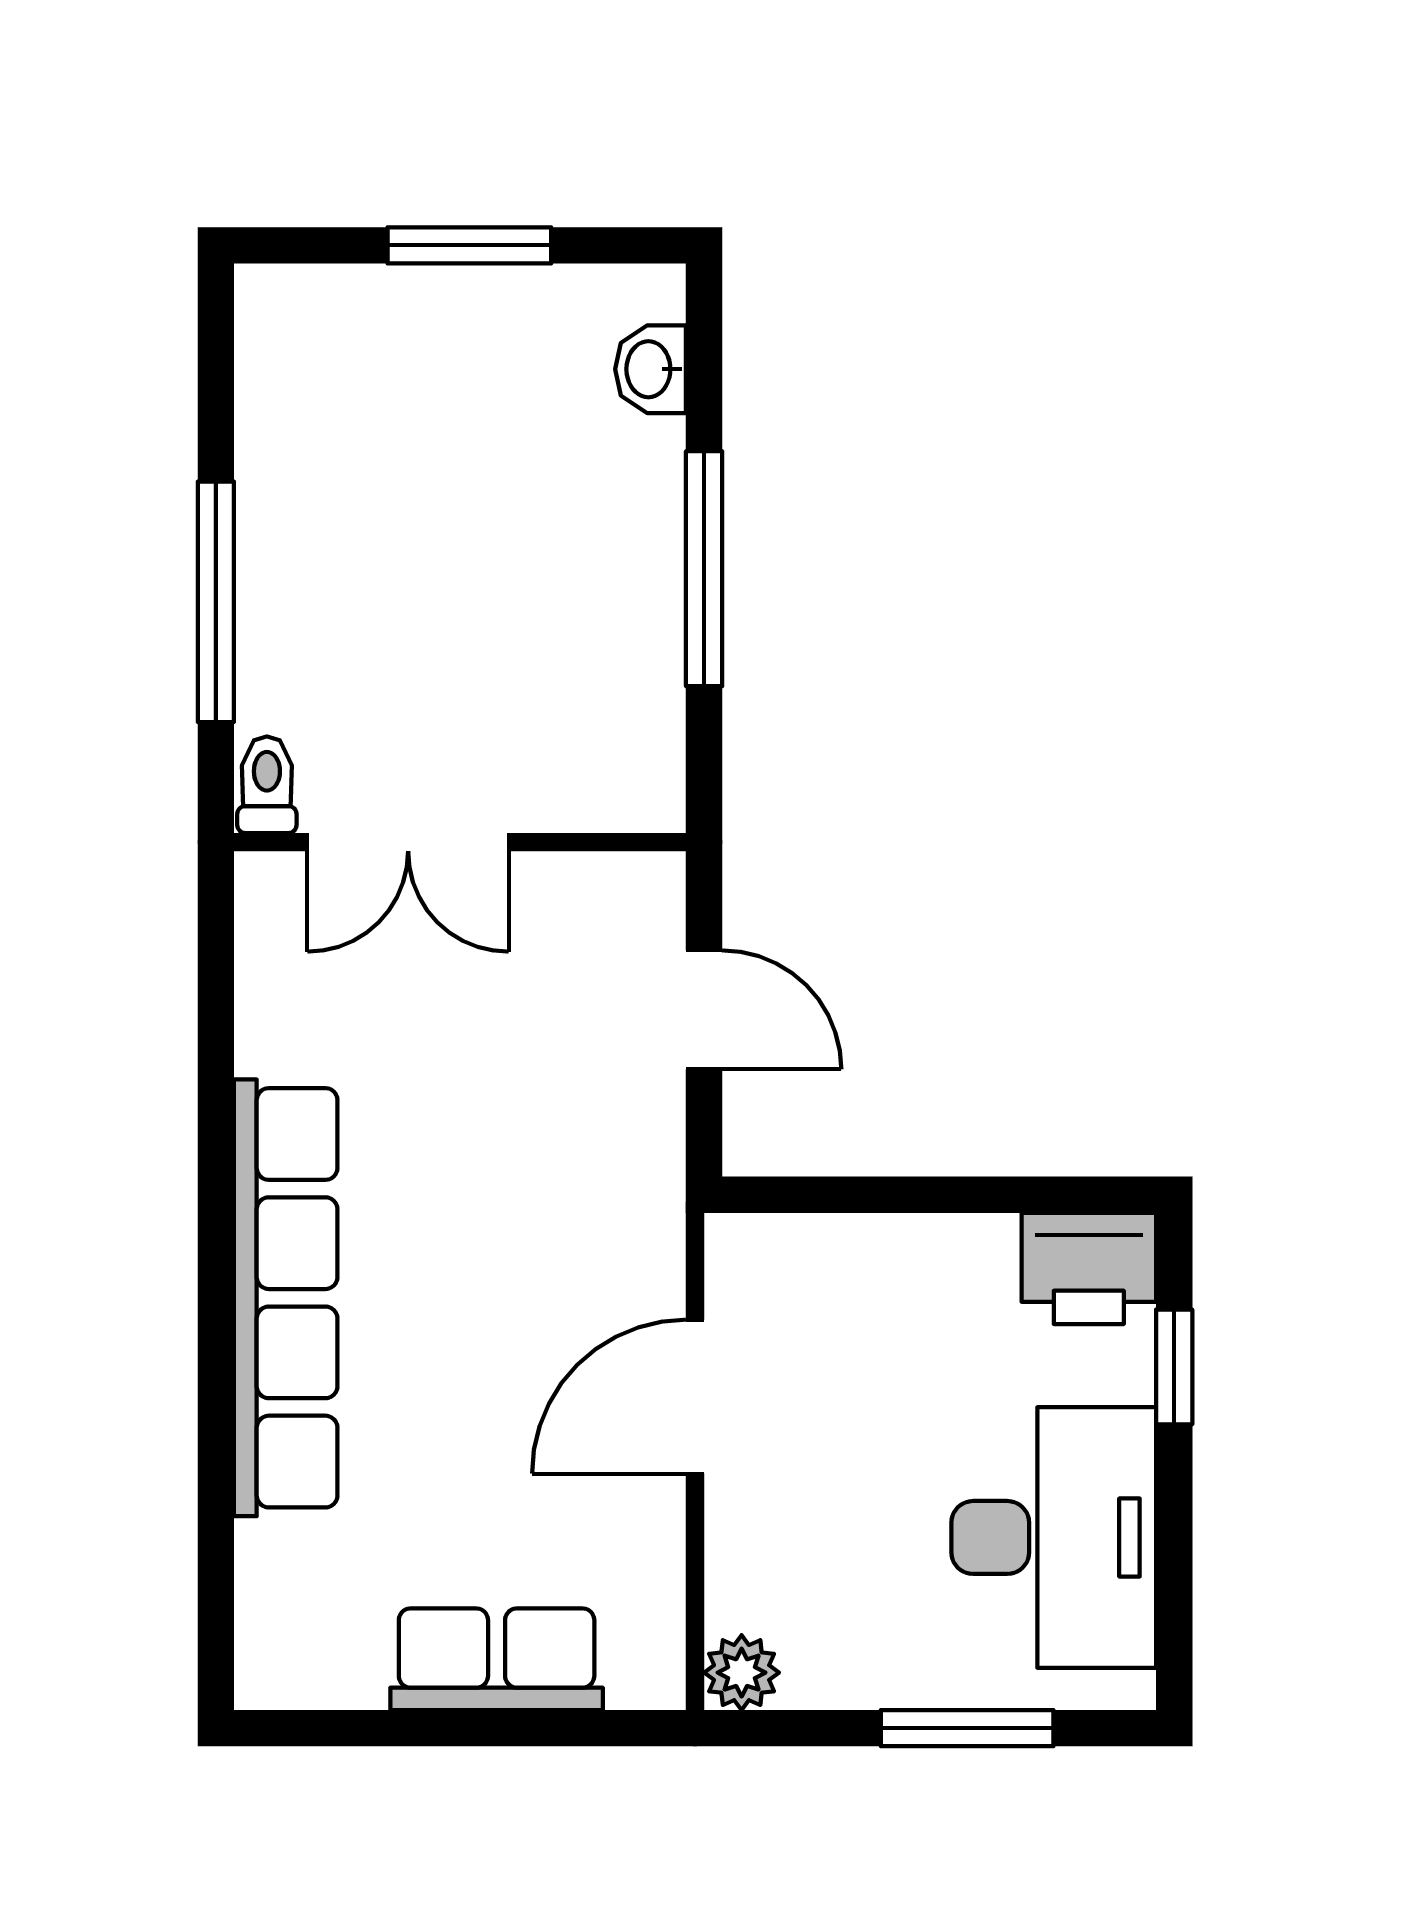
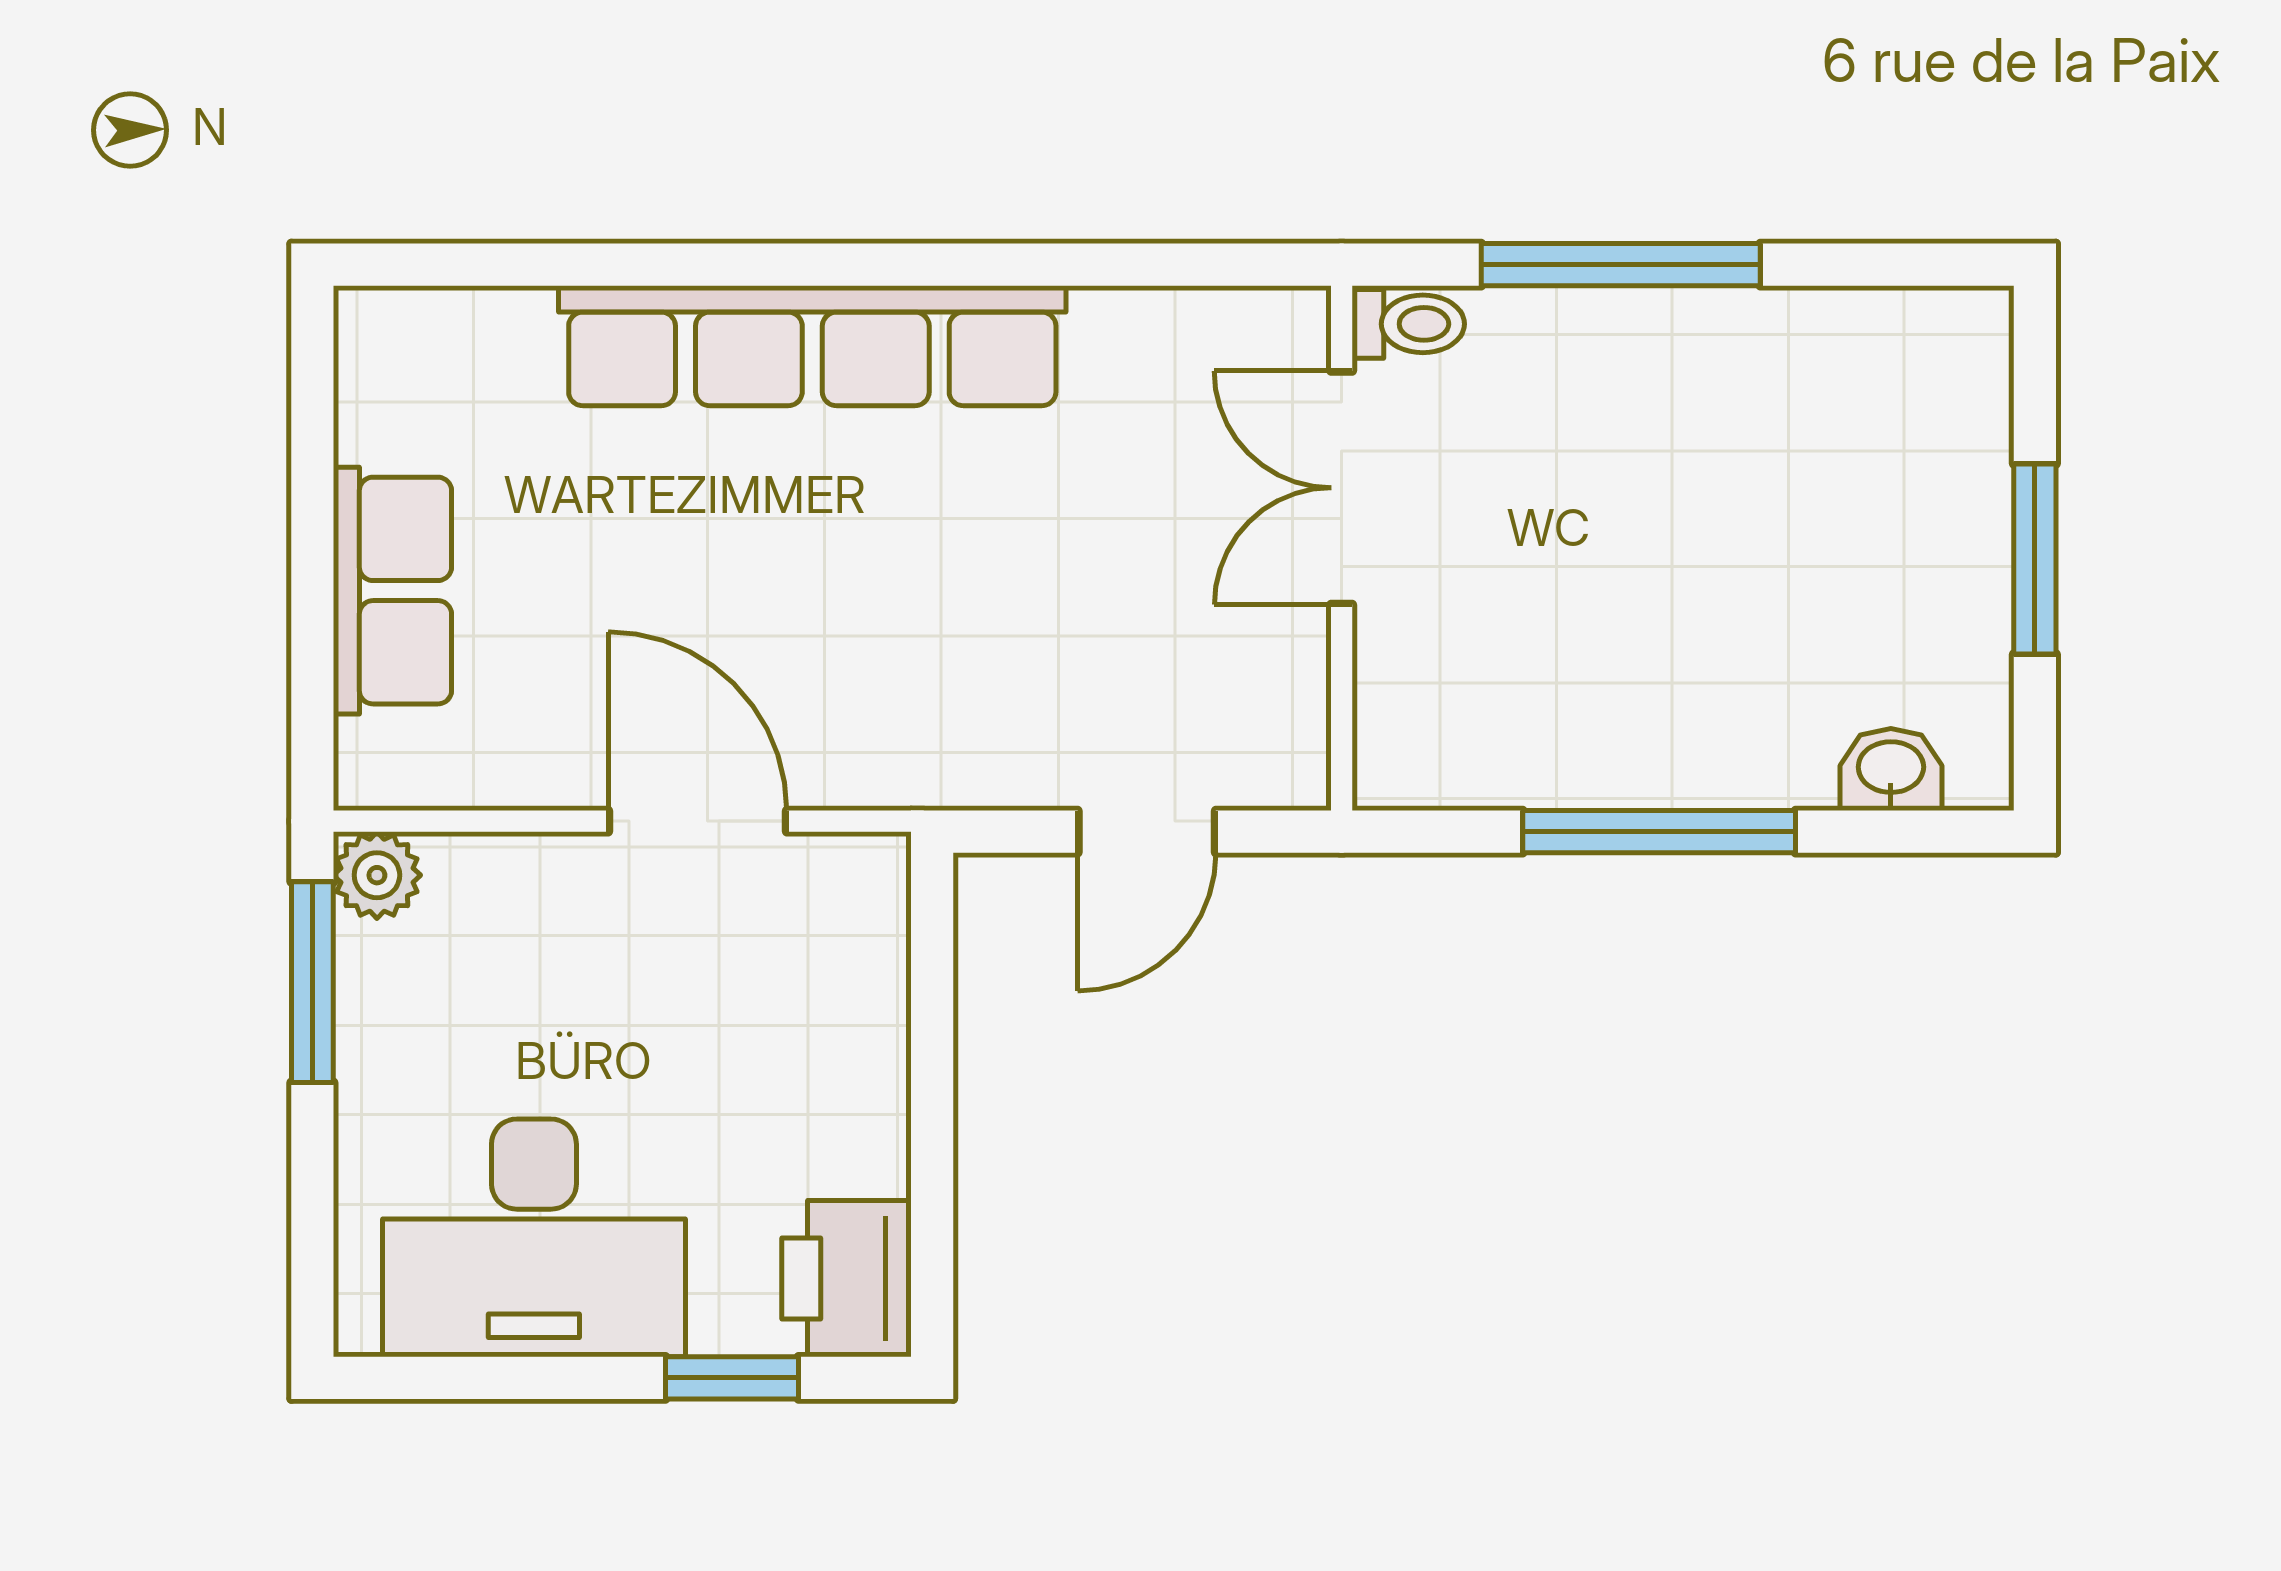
window: (967, 1728) -> (312, 982), moved

